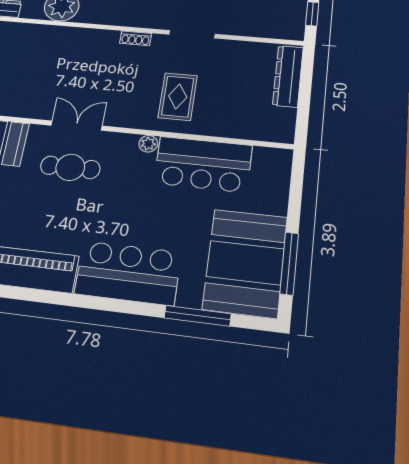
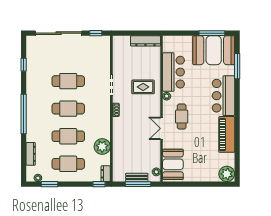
dresser: (288, 76) -> (145, 41), moved
cafe table: (70, 167) -> (182, 117), moved

